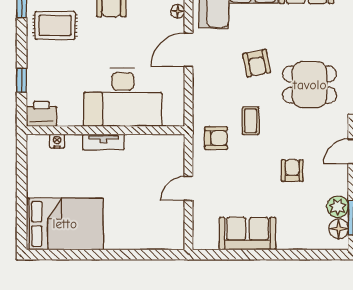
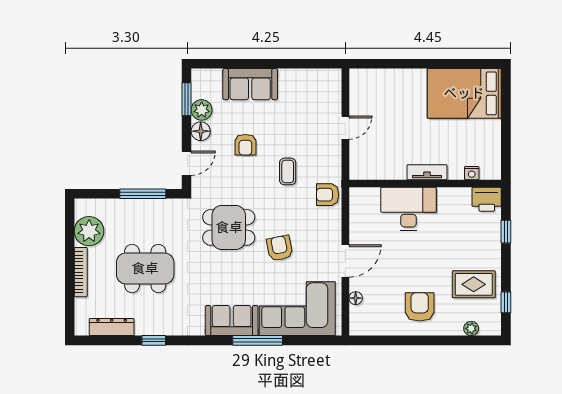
desk: (123, 97) -> (409, 209), width x0.73, depth x0.77
coffee table: (251, 121) -> (288, 171), moved
armchair: (216, 138) -> (328, 195), moved
floor lamp: (339, 229) -> (201, 131), moved
sofa: (247, 233) -> (250, 84), moved

